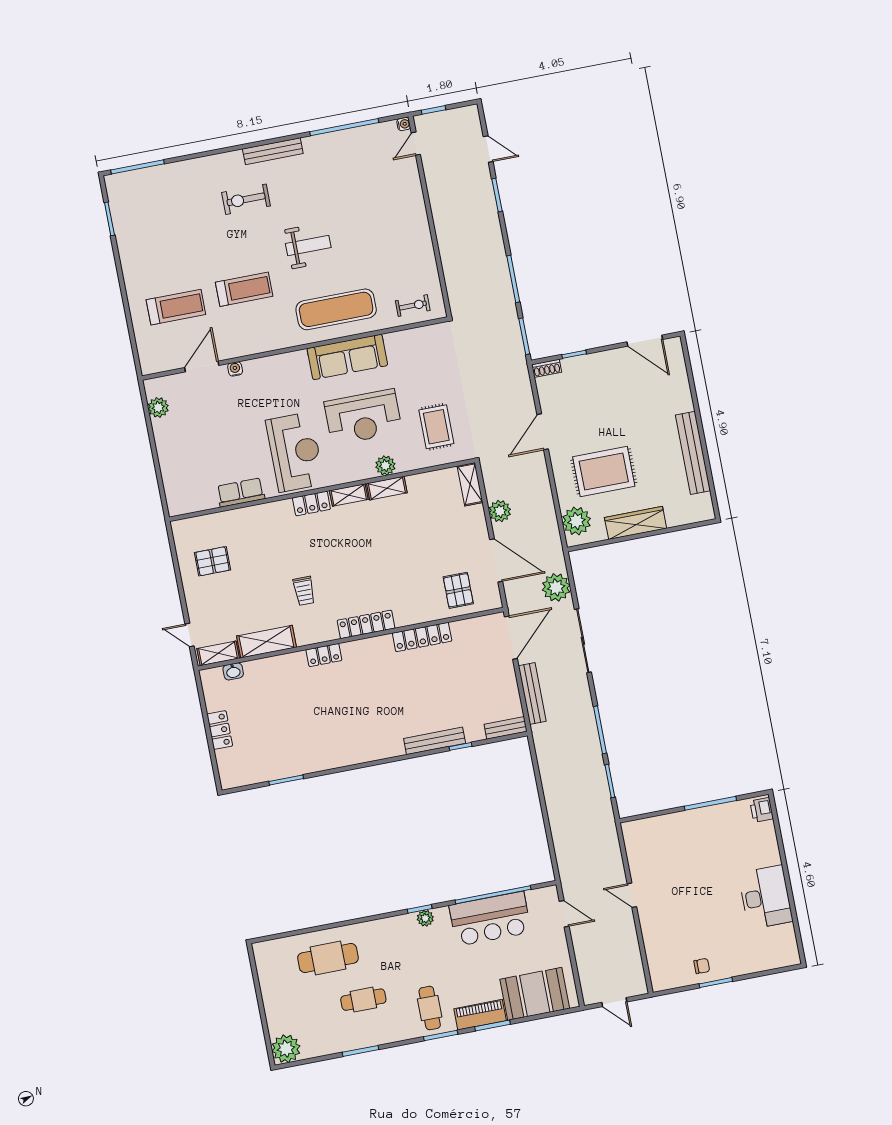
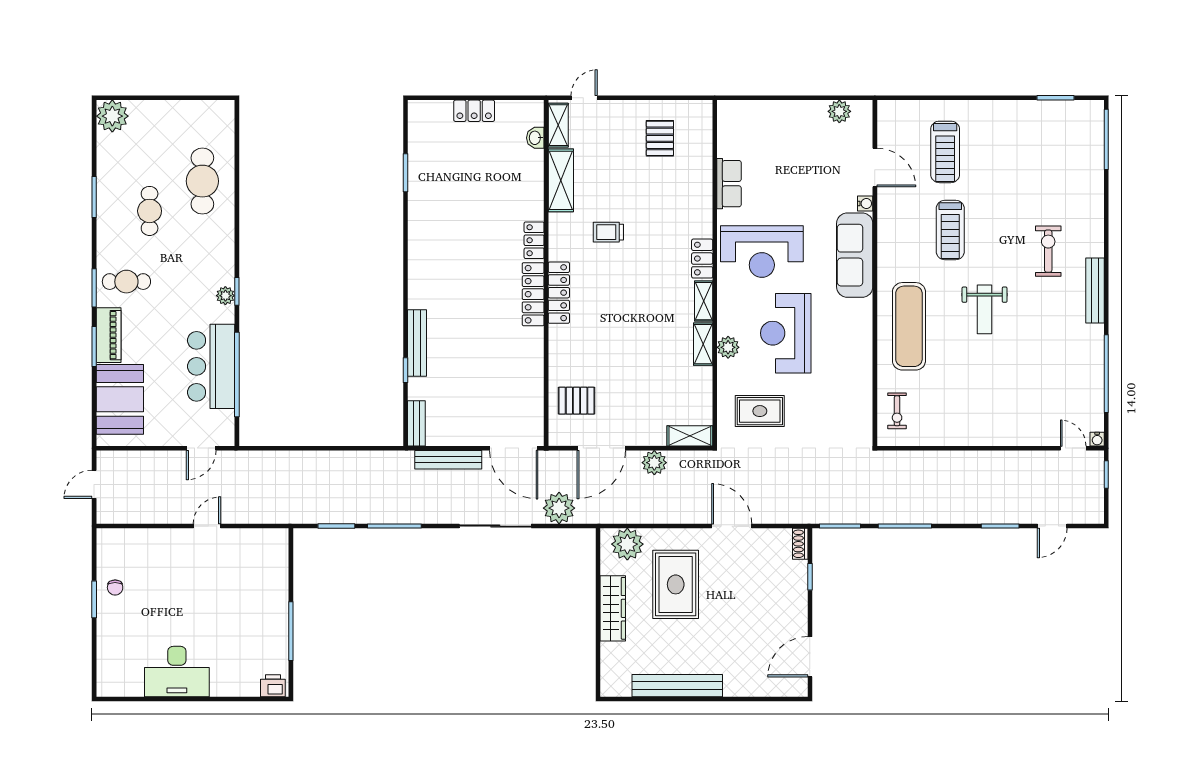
sofa: (347, 357) -> (855, 255), moved
locker: (422, 637) -> (533, 294), moved

